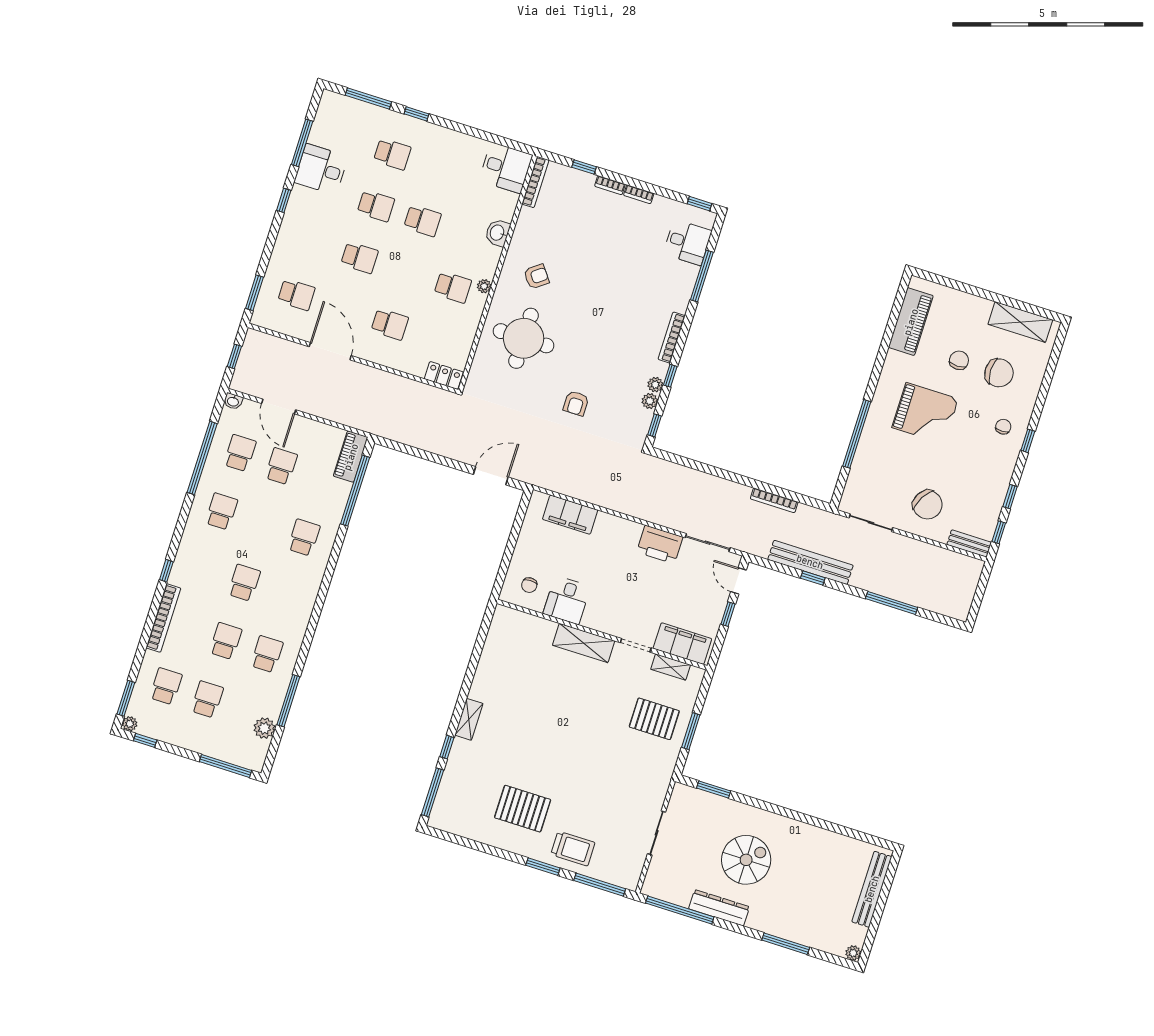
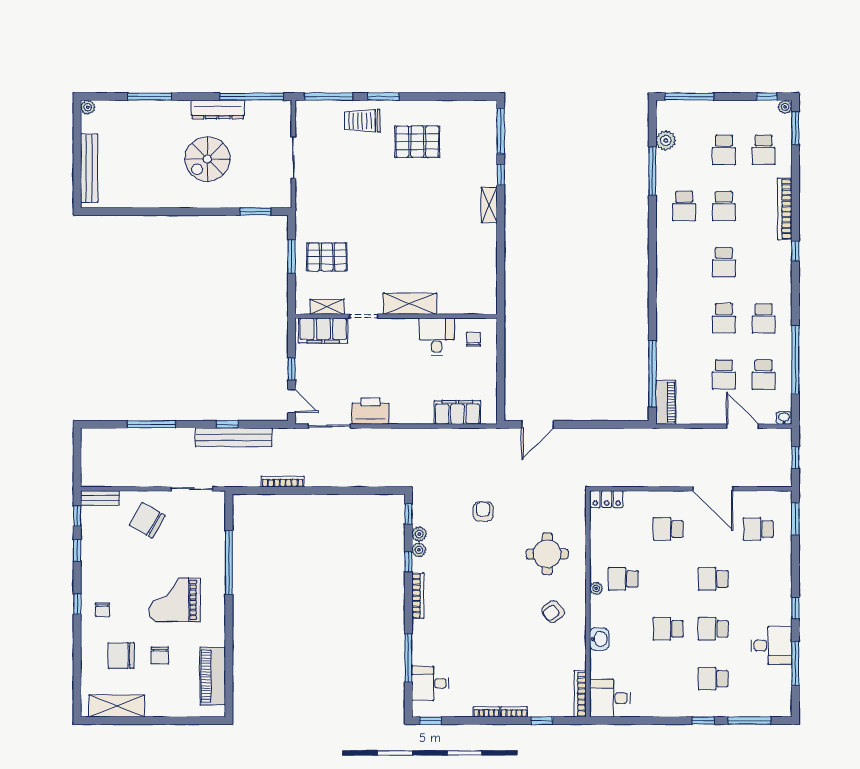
round table: (524, 338) -> (547, 554), width x0.73, depth x0.73
school desk: (304, 538) -> (724, 318), moved

